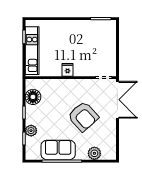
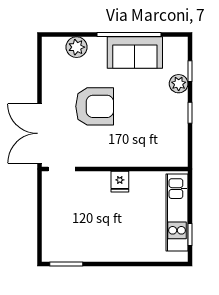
floor lamp: (33, 97) -> (175, 138), removed
armchair: (83, 116) -> (95, 106), turned 132

